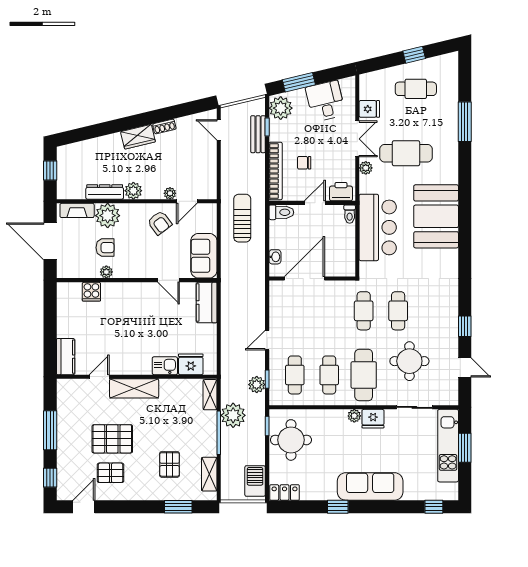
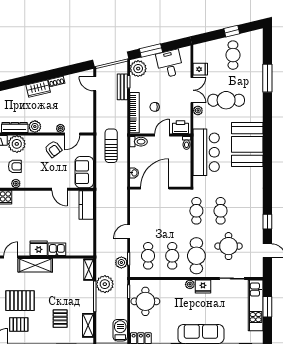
cafe table: (416, 89) -> (233, 55), turned 90
fridge: (191, 364) -> (39, 248), moved

